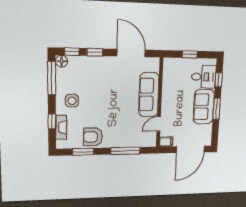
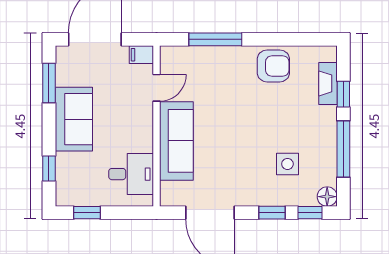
window: (190, 54) -> (87, 213), moved
desk: (204, 77) -> (131, 174), moved, turned 180
window: (52, 78) -> (343, 149), moved
side table: (72, 101) -> (287, 164), moved
window: (217, 109) -> (49, 83), moved
window: (83, 152) -> (291, 39), removed

